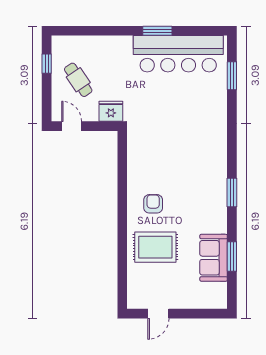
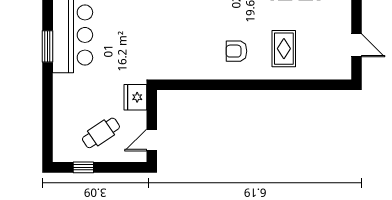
rug: (155, 247) -> (284, 49), width x0.73, depth x0.70

